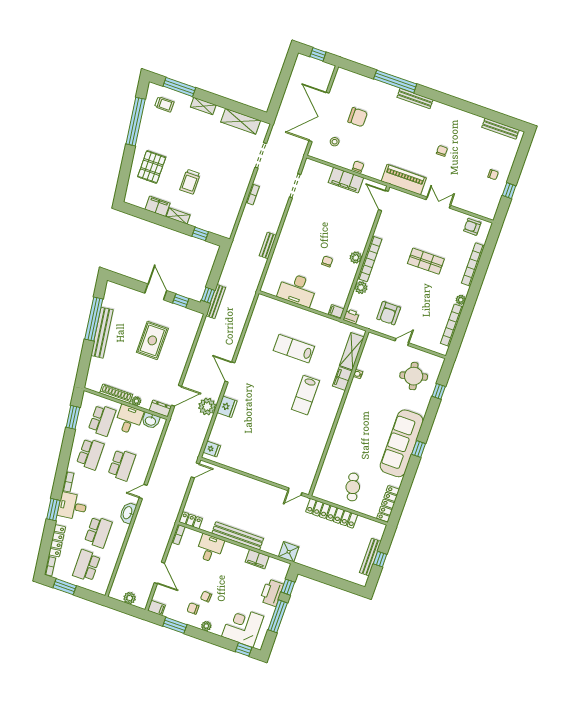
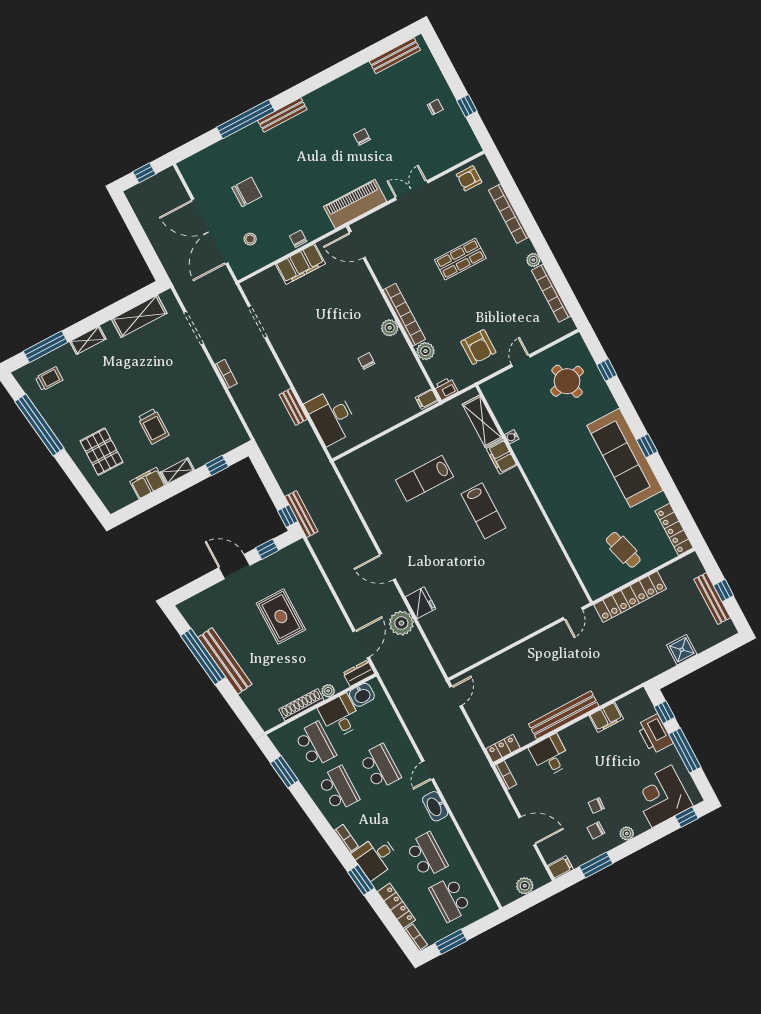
desk: (297, 290) -> (332, 417), moved, turned 90
fridge: (212, 449) -> (450, 659), removed
shower: (289, 552) -> (682, 650), moved

